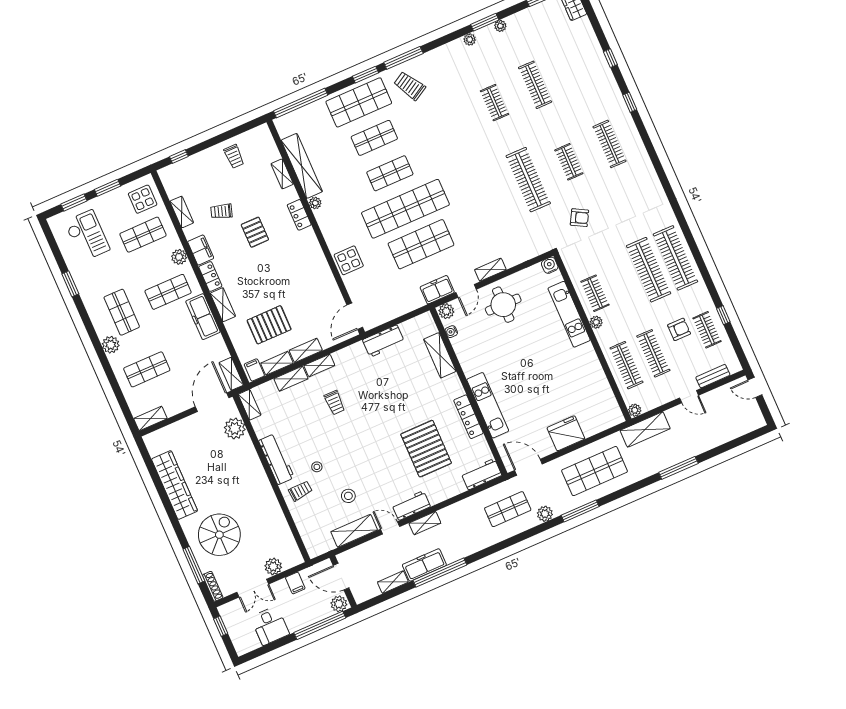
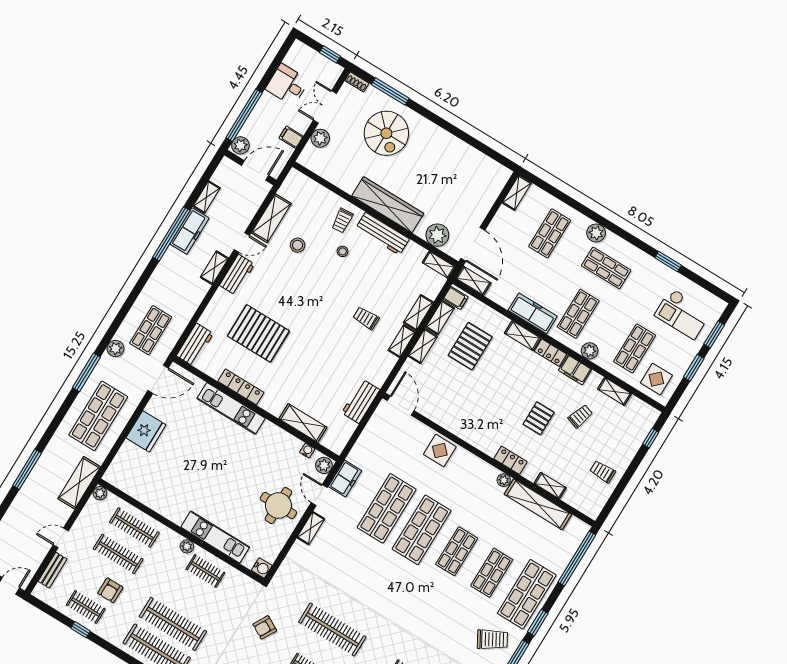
shop shelf: (405, 209) -> (422, 530), width x0.71
pallet: (255, 232) -> (539, 418), turned 90
wardrobe: (175, 485) -> (388, 205), moved, turned 180
shoe rack: (213, 586) -> (357, 82), width x0.70

